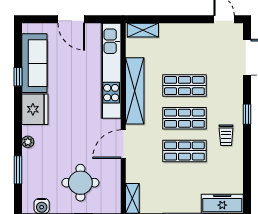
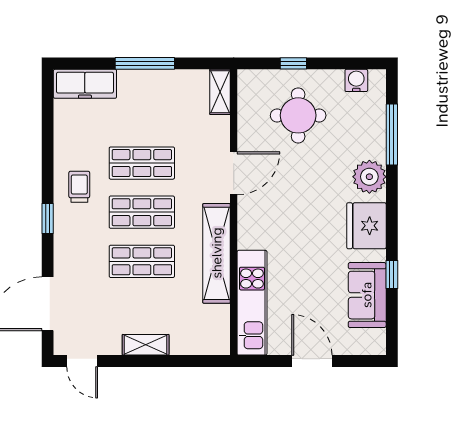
shelving: (143, 30) -> (146, 345), moved
sofa: (34, 63) -> (367, 295), width x0.73
kitchen unit: (111, 71) -> (252, 303), width x0.73
plant: (28, 142) -> (369, 177), width x1.88, depth x1.88
window: (18, 170) -> (392, 135), width x1.44

